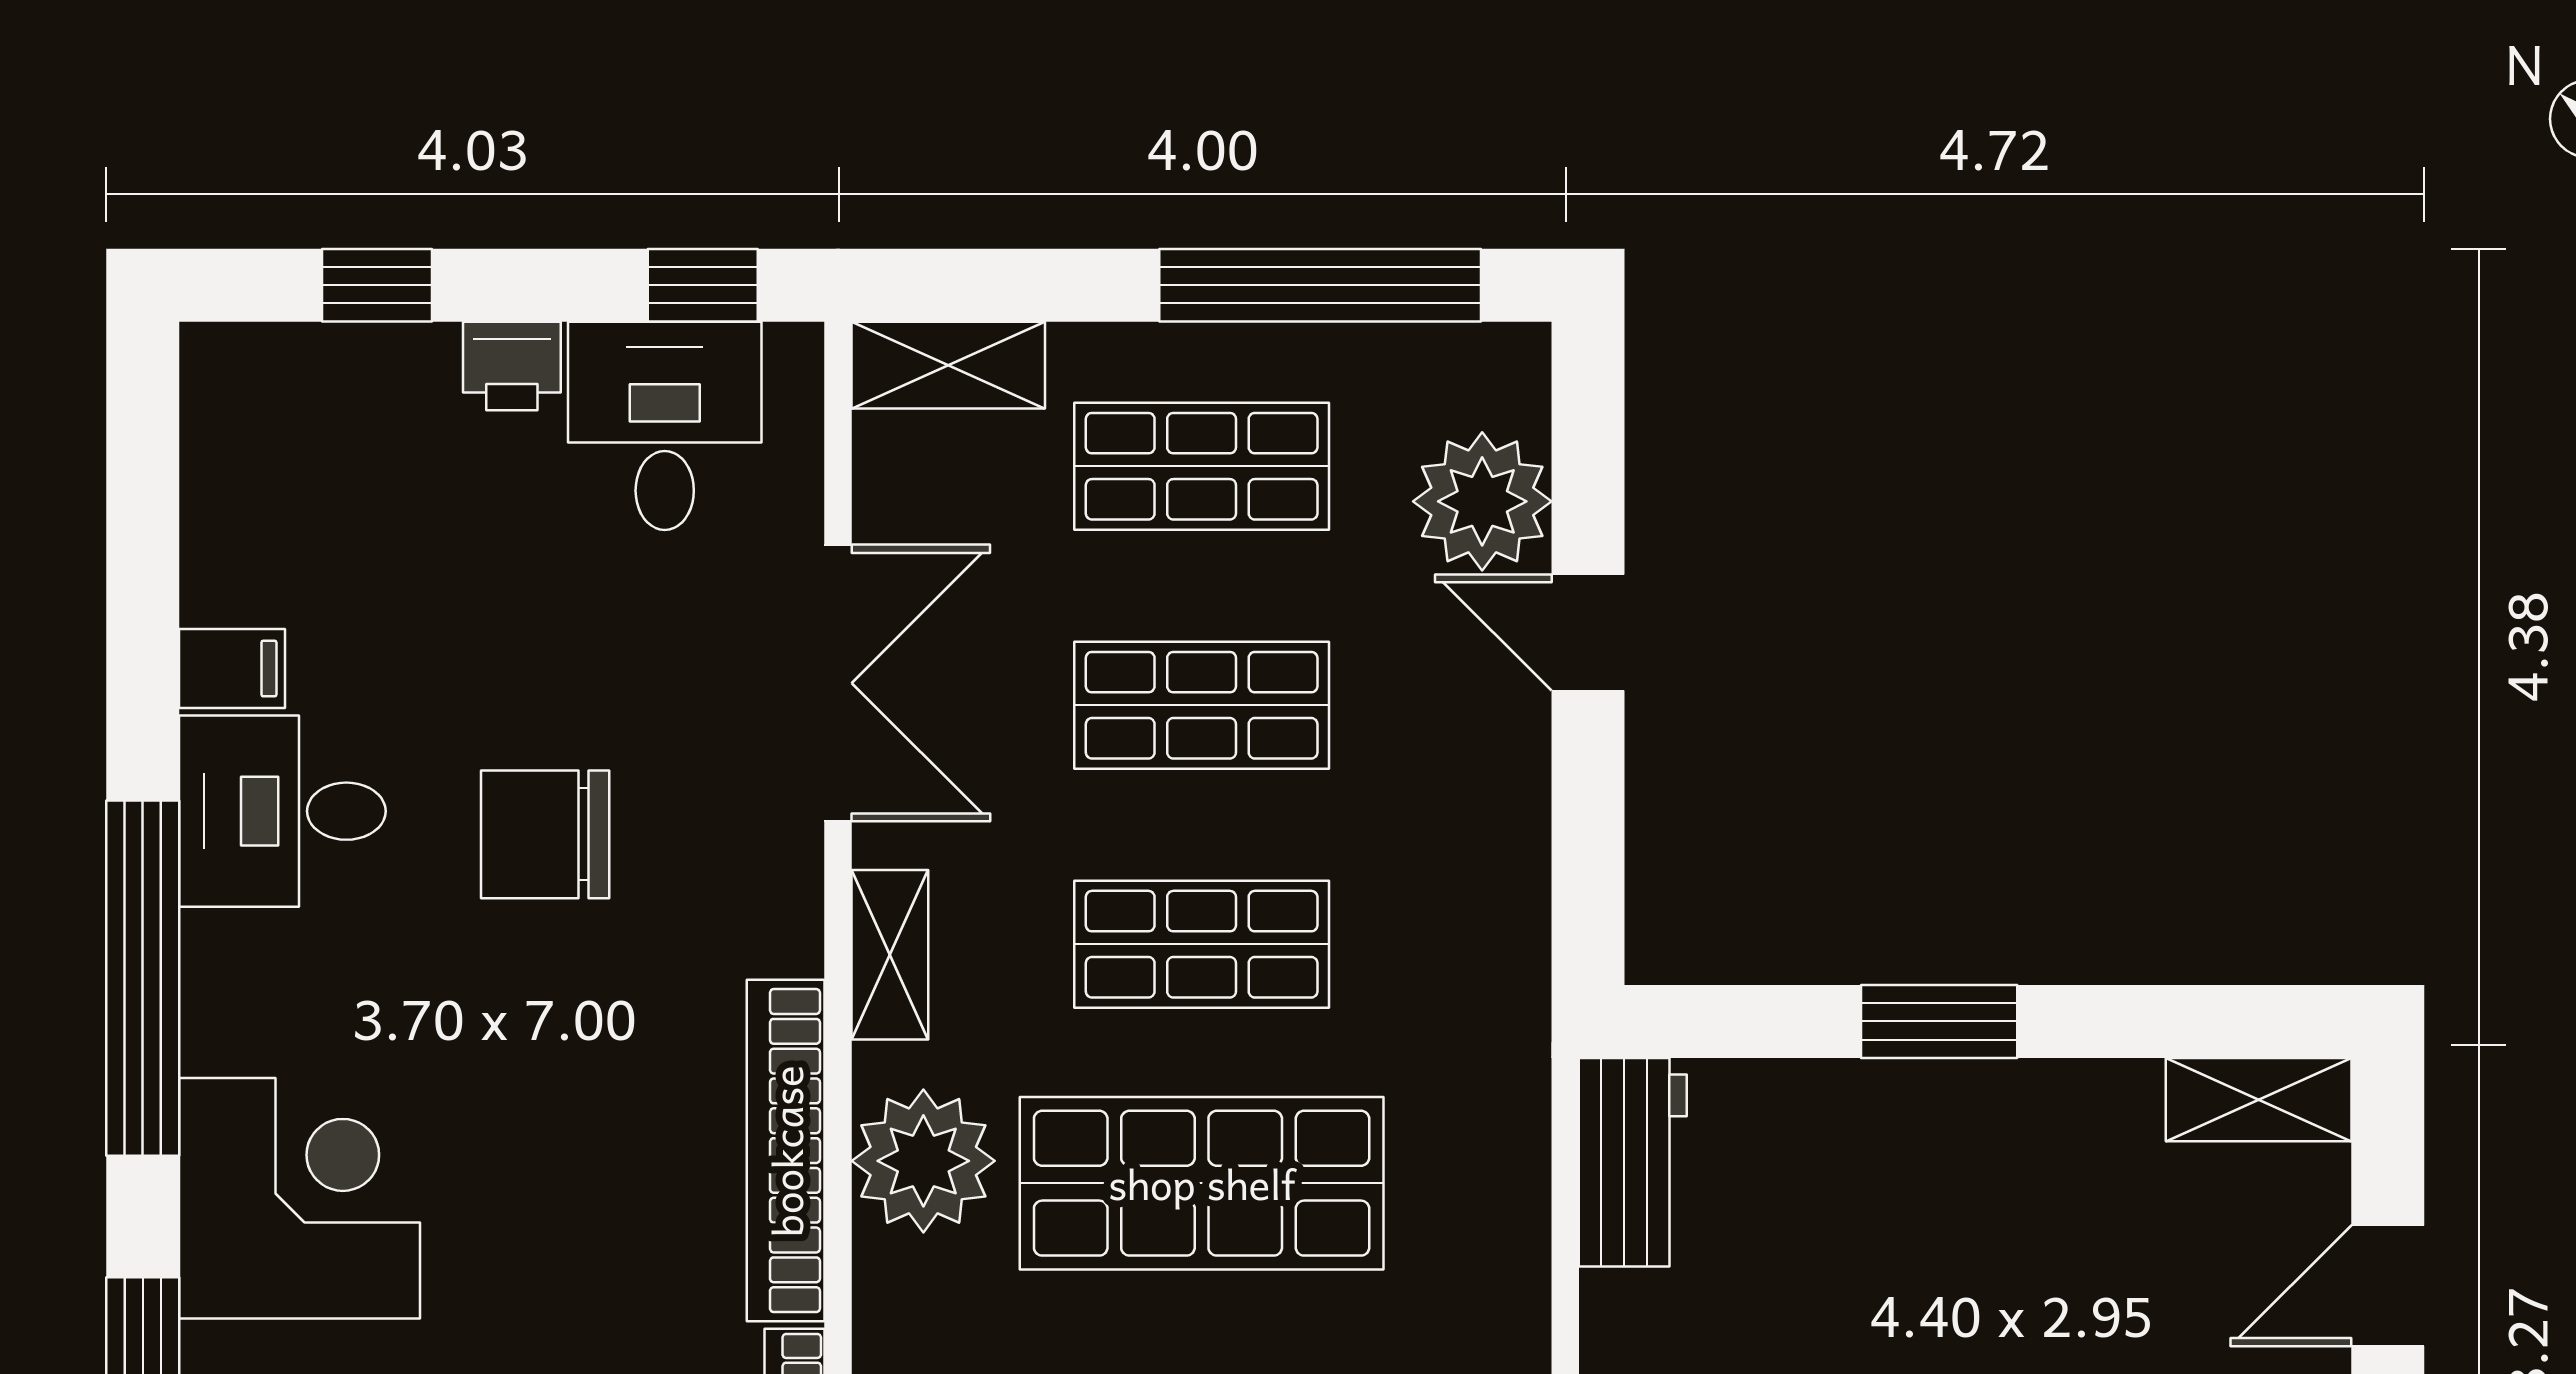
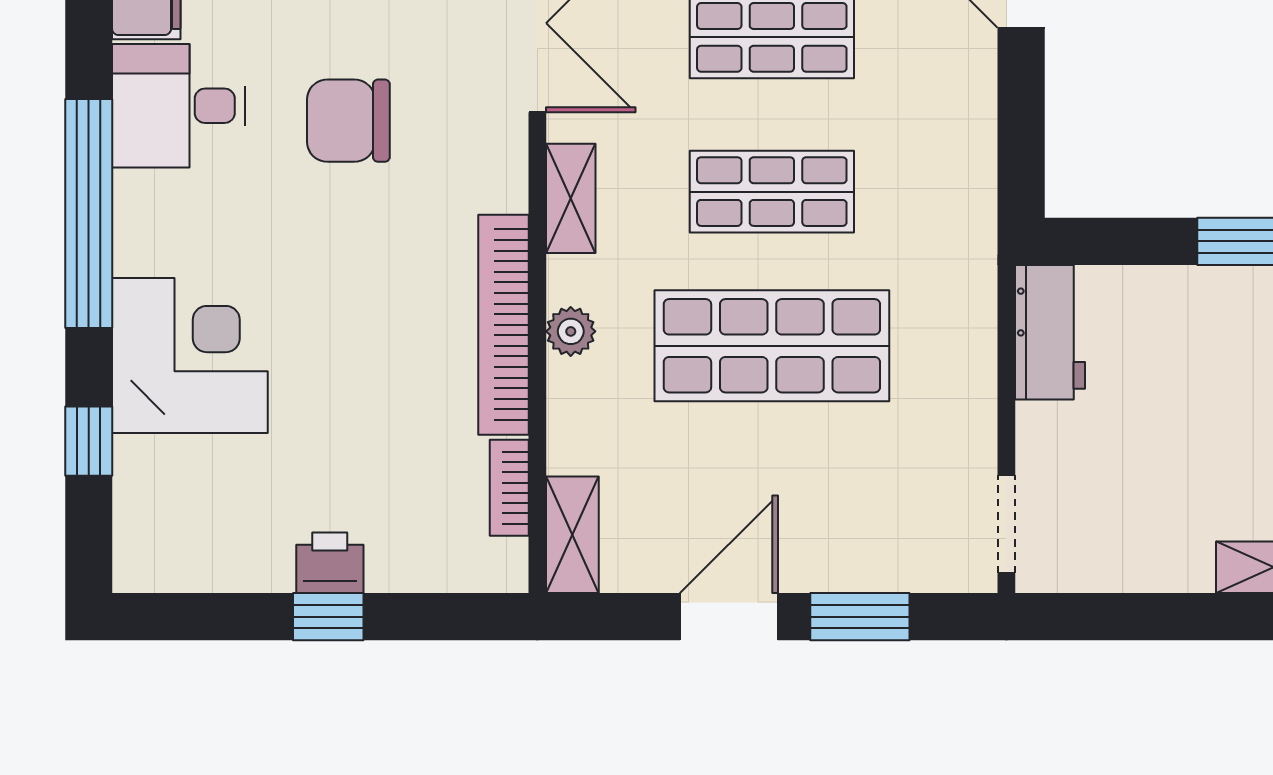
plant: (923, 1161) -> (571, 331), width x0.53, depth x0.53

